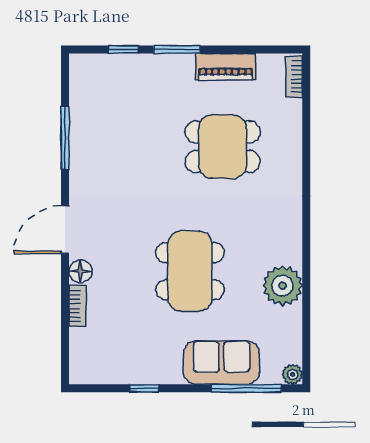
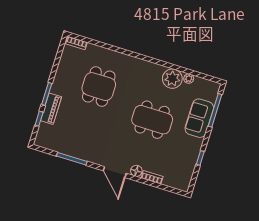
piano: (225, 67) -> (51, 109), moved
plant: (293, 374) -> (189, 79), moved

